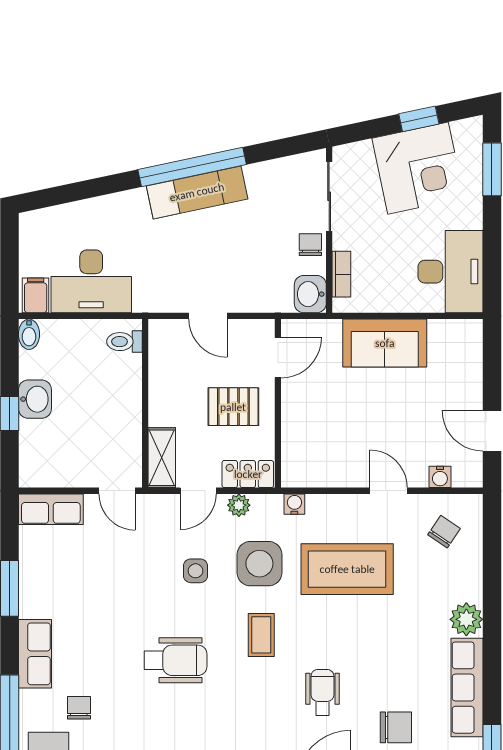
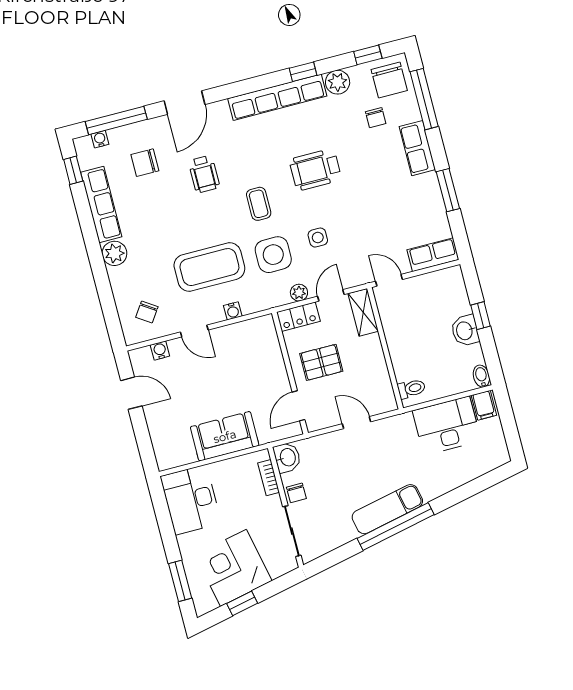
water cooler: (294, 504) -> (233, 311), moved

